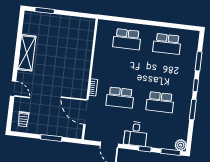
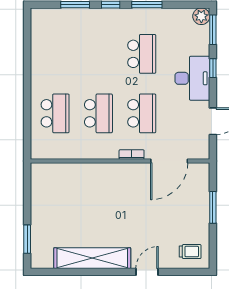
school desk: (167, 44) -> (98, 113), moved
shelving: (27, 53) -> (92, 258), width x1.47
desk: (136, 134) -> (192, 78), width x1.37

